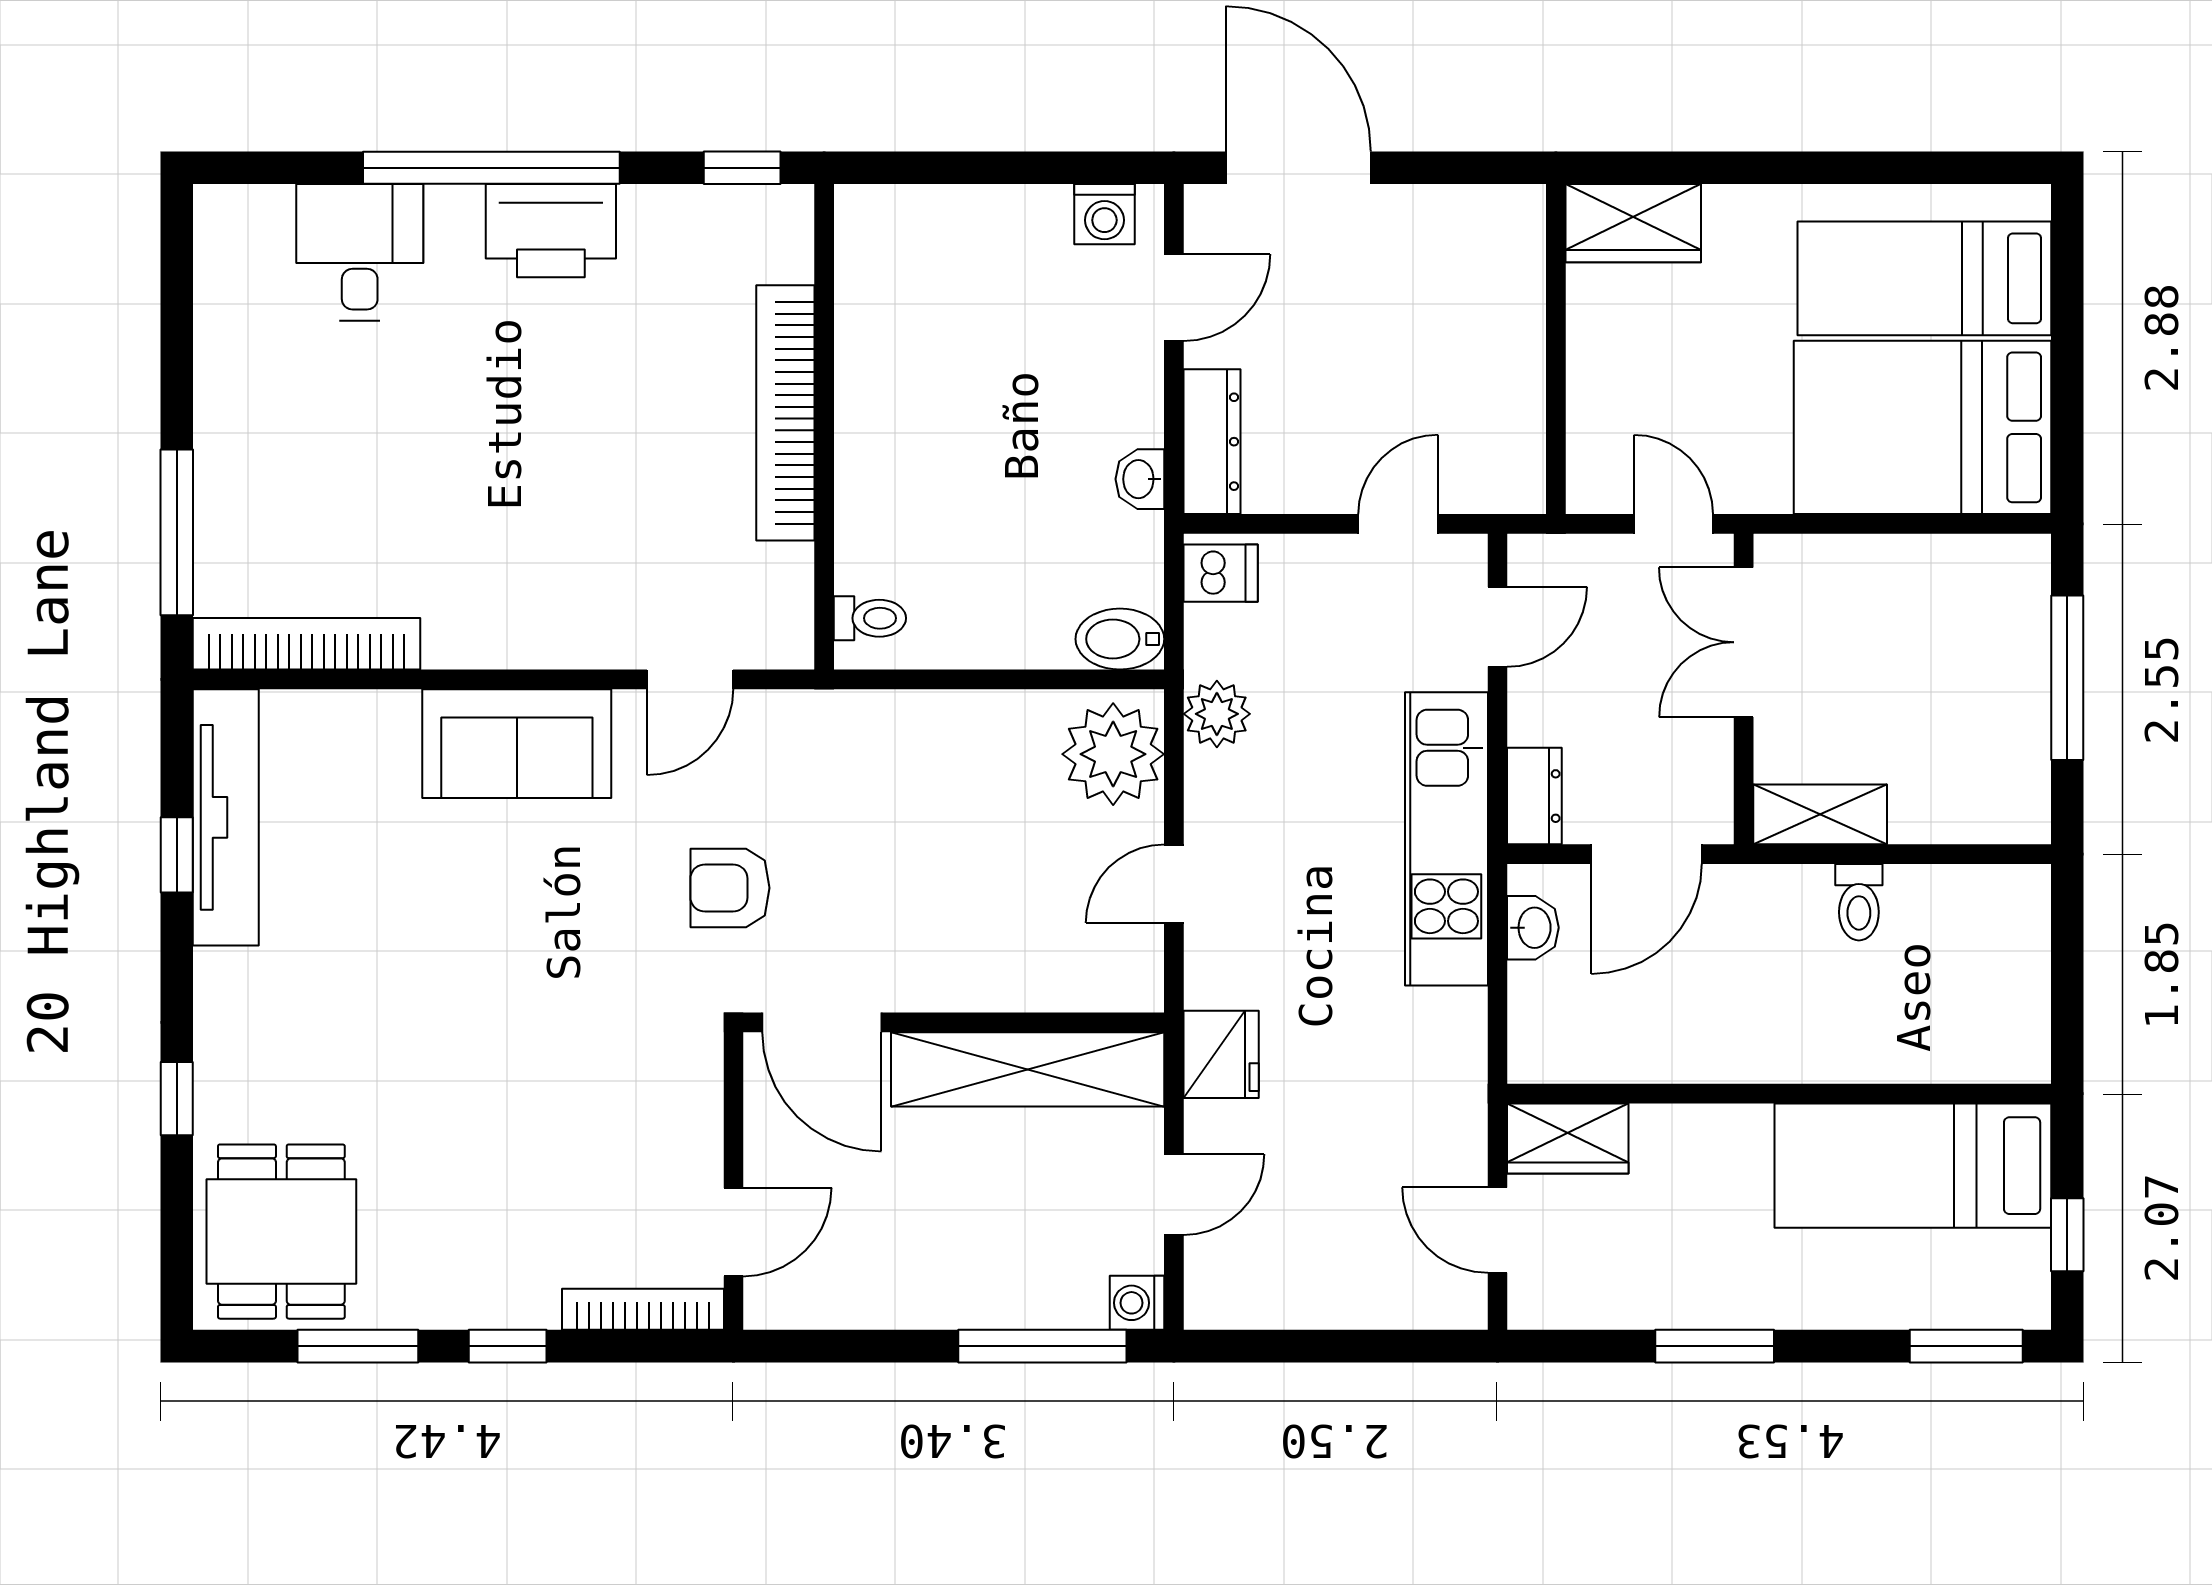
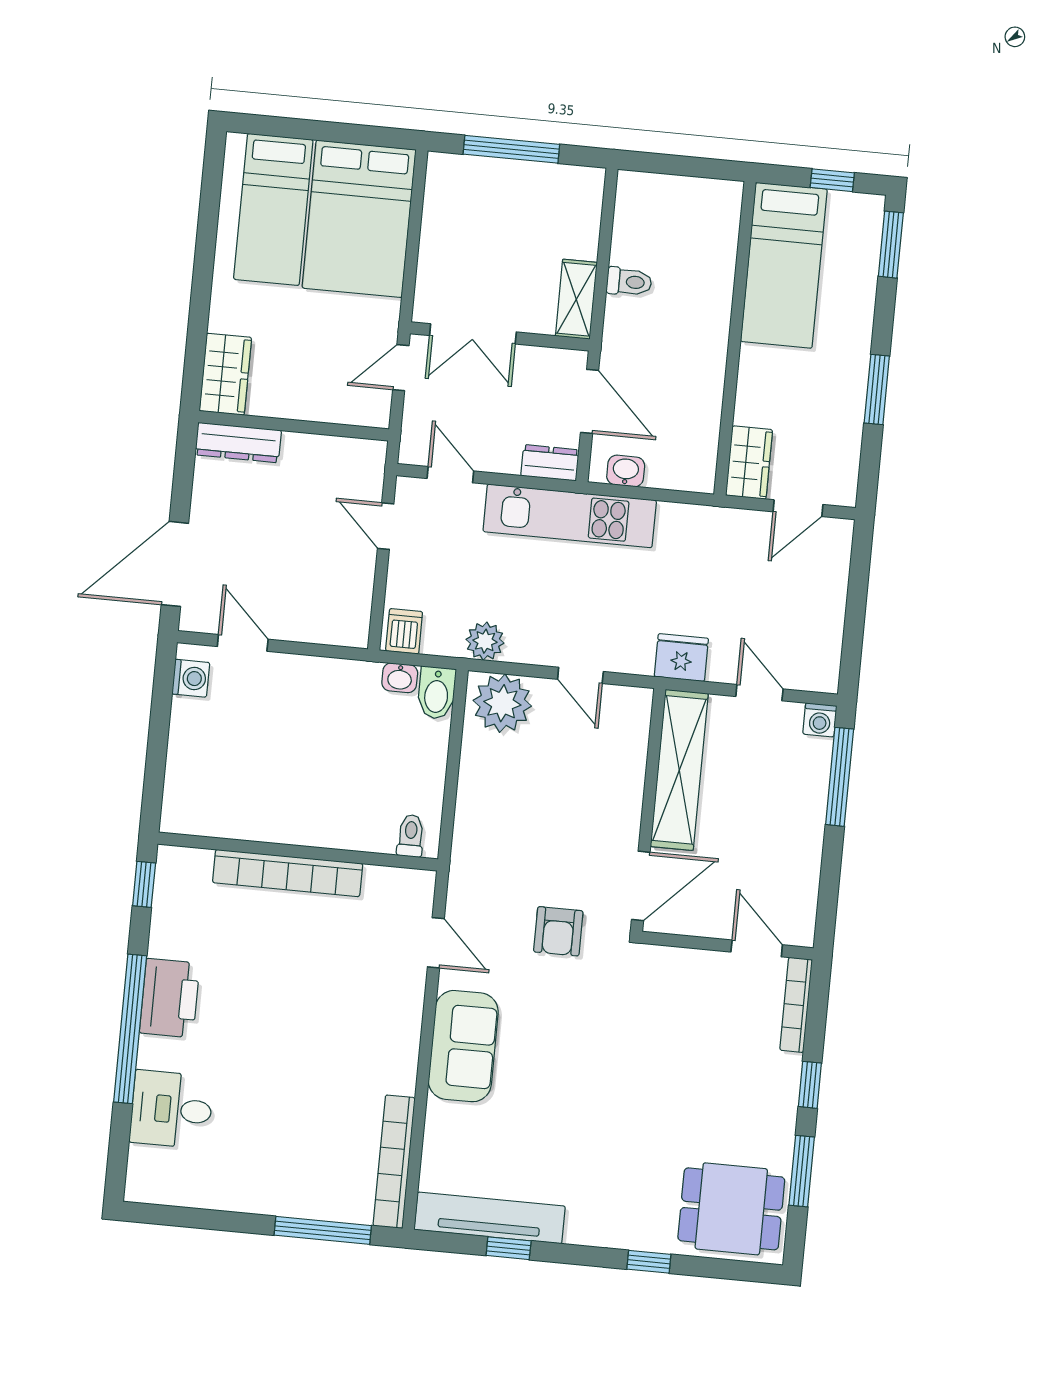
dresser: (1212, 442) -> (238, 442), moved, turned 180
washbasin: (1140, 479) -> (400, 678), moved

